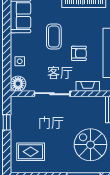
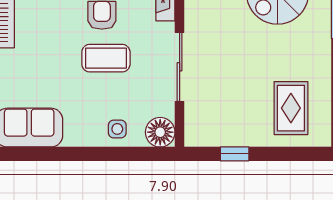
coffee table: (54, 37) -> (106, 58), moved

